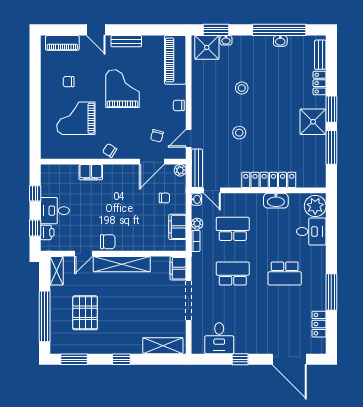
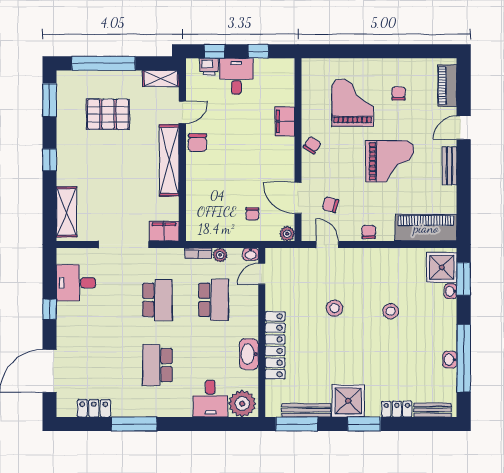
window: (331, 147) -> (297, 424), moved
bench: (197, 168) -> (306, 410), moved
filing cabinet: (177, 227) -> (216, 230), removed
door: (84, 254) -> (182, 112), swing flipped

